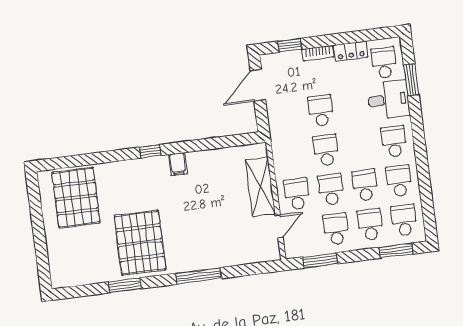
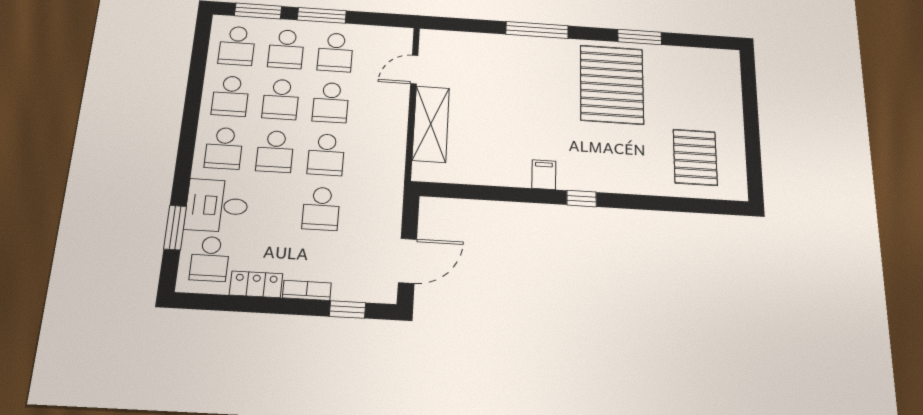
school desk: (297, 194) -> (275, 151), moved
pallet: (76, 198) -> (695, 157), width x0.73, depth x0.71
window: (320, 260) -> (322, 15), moved

